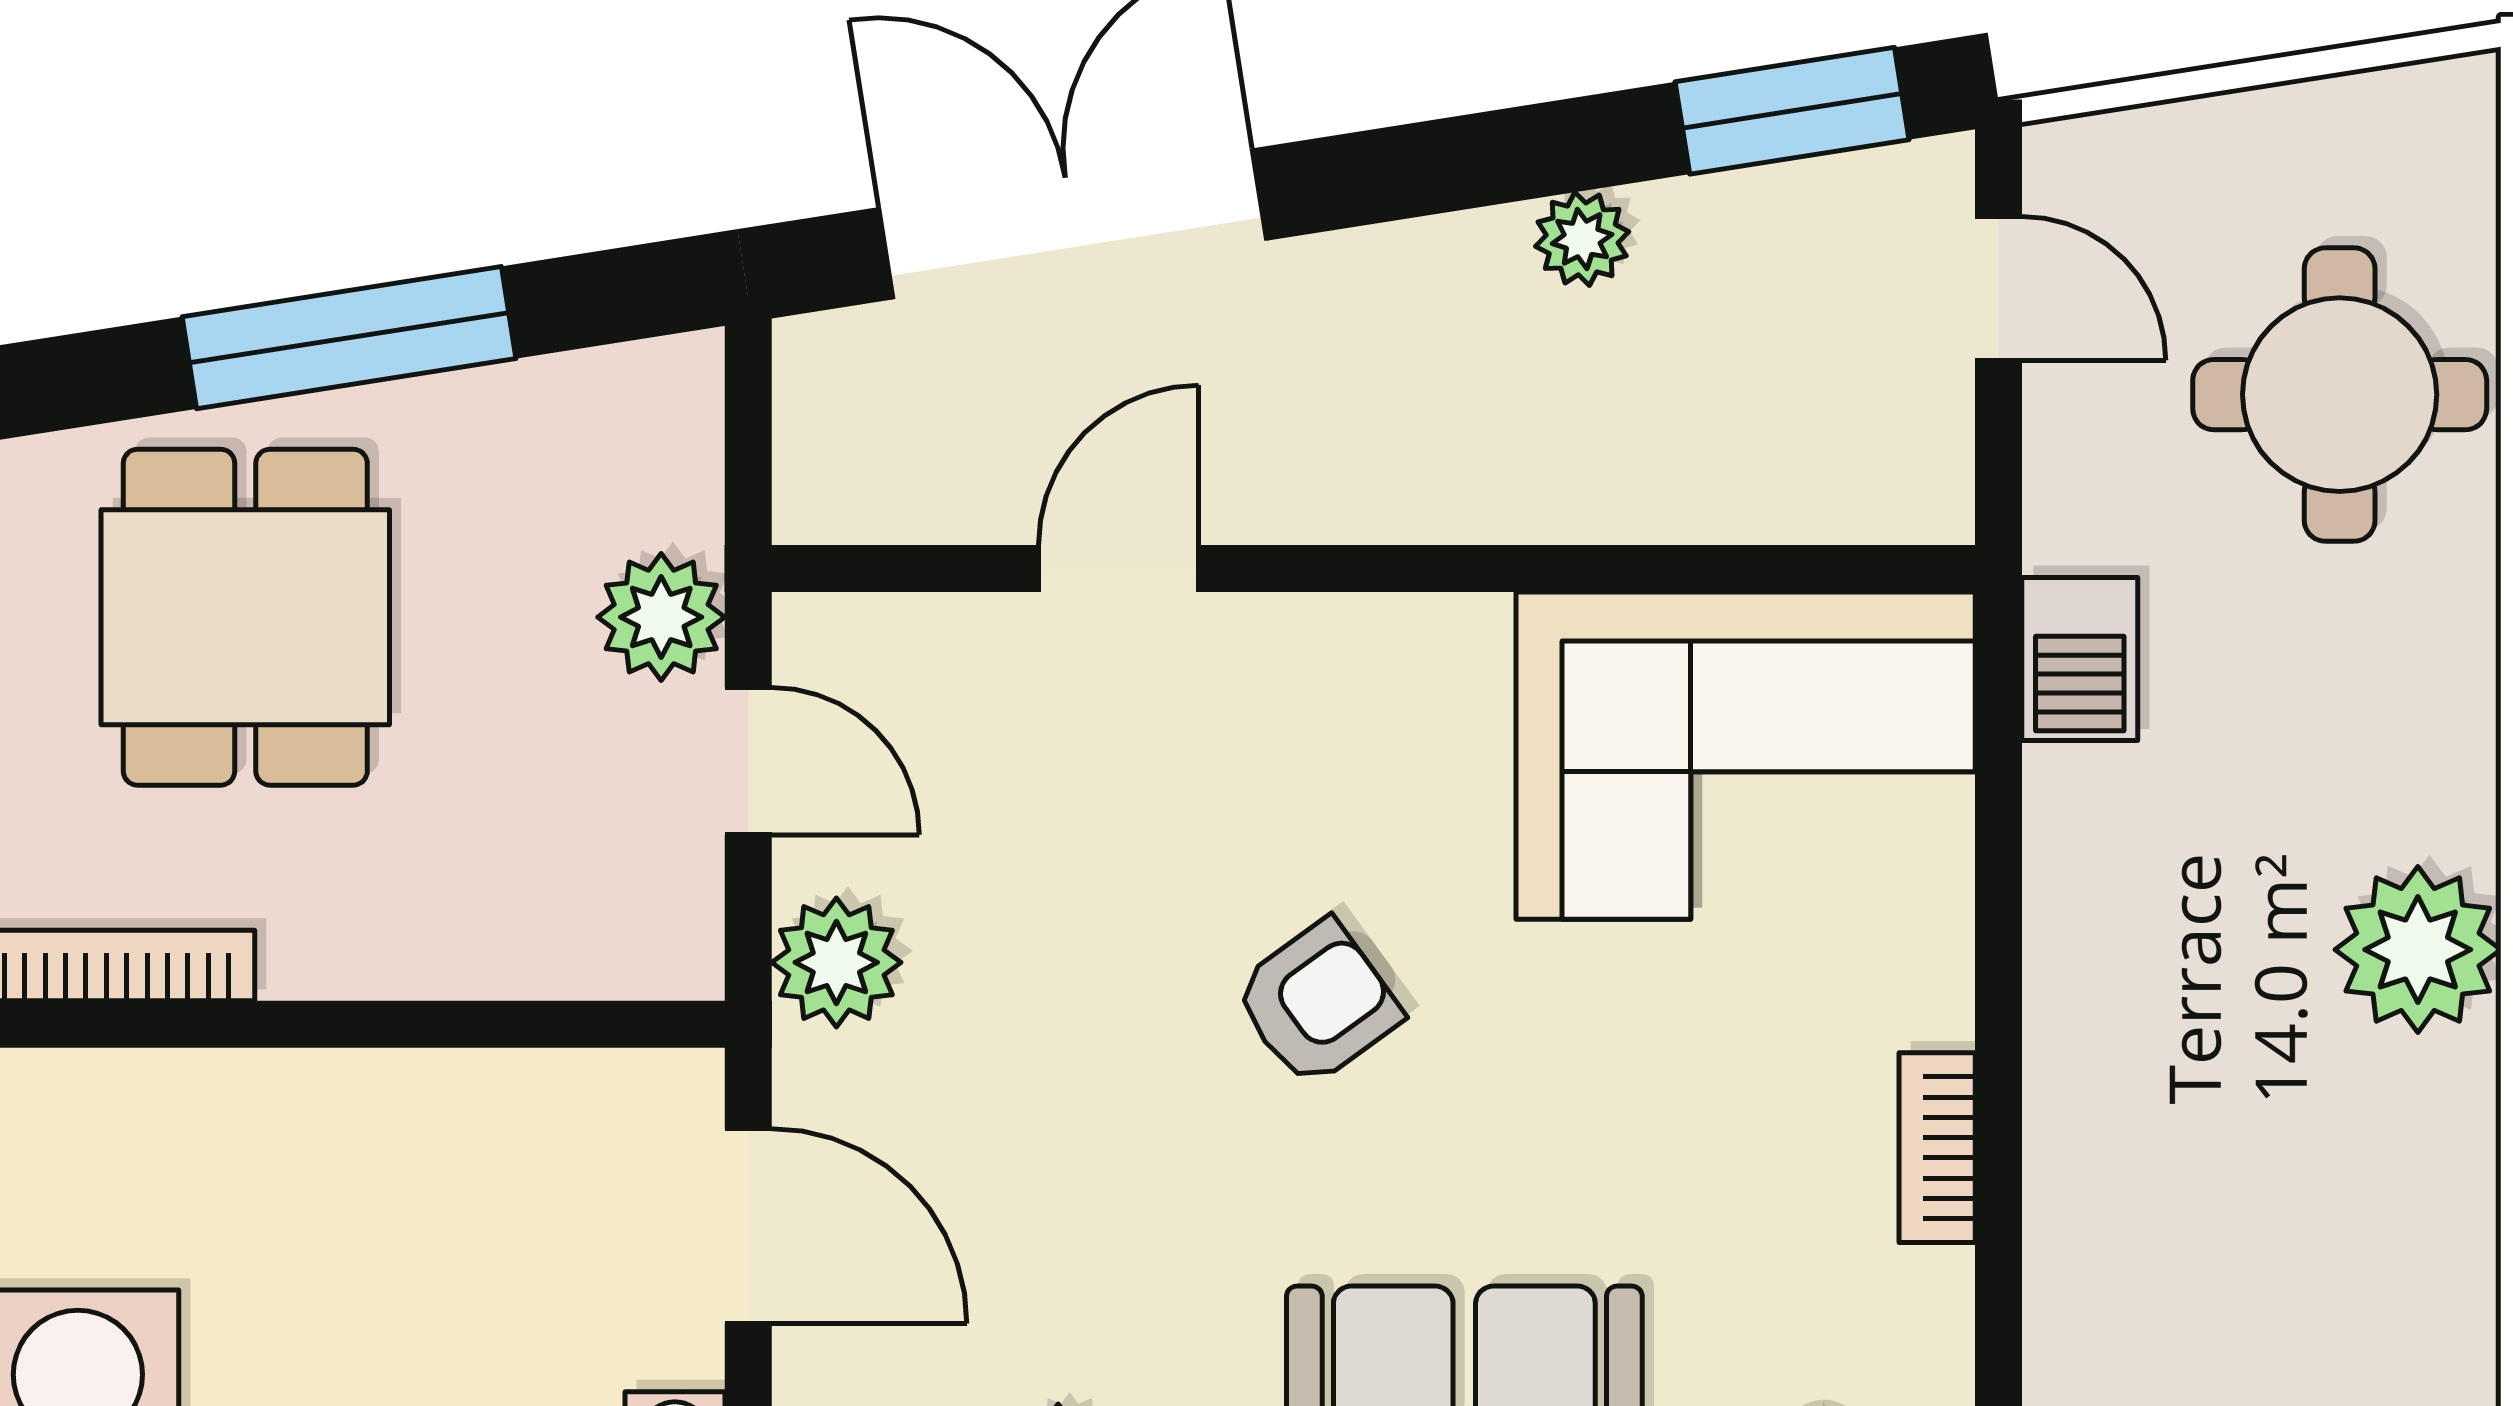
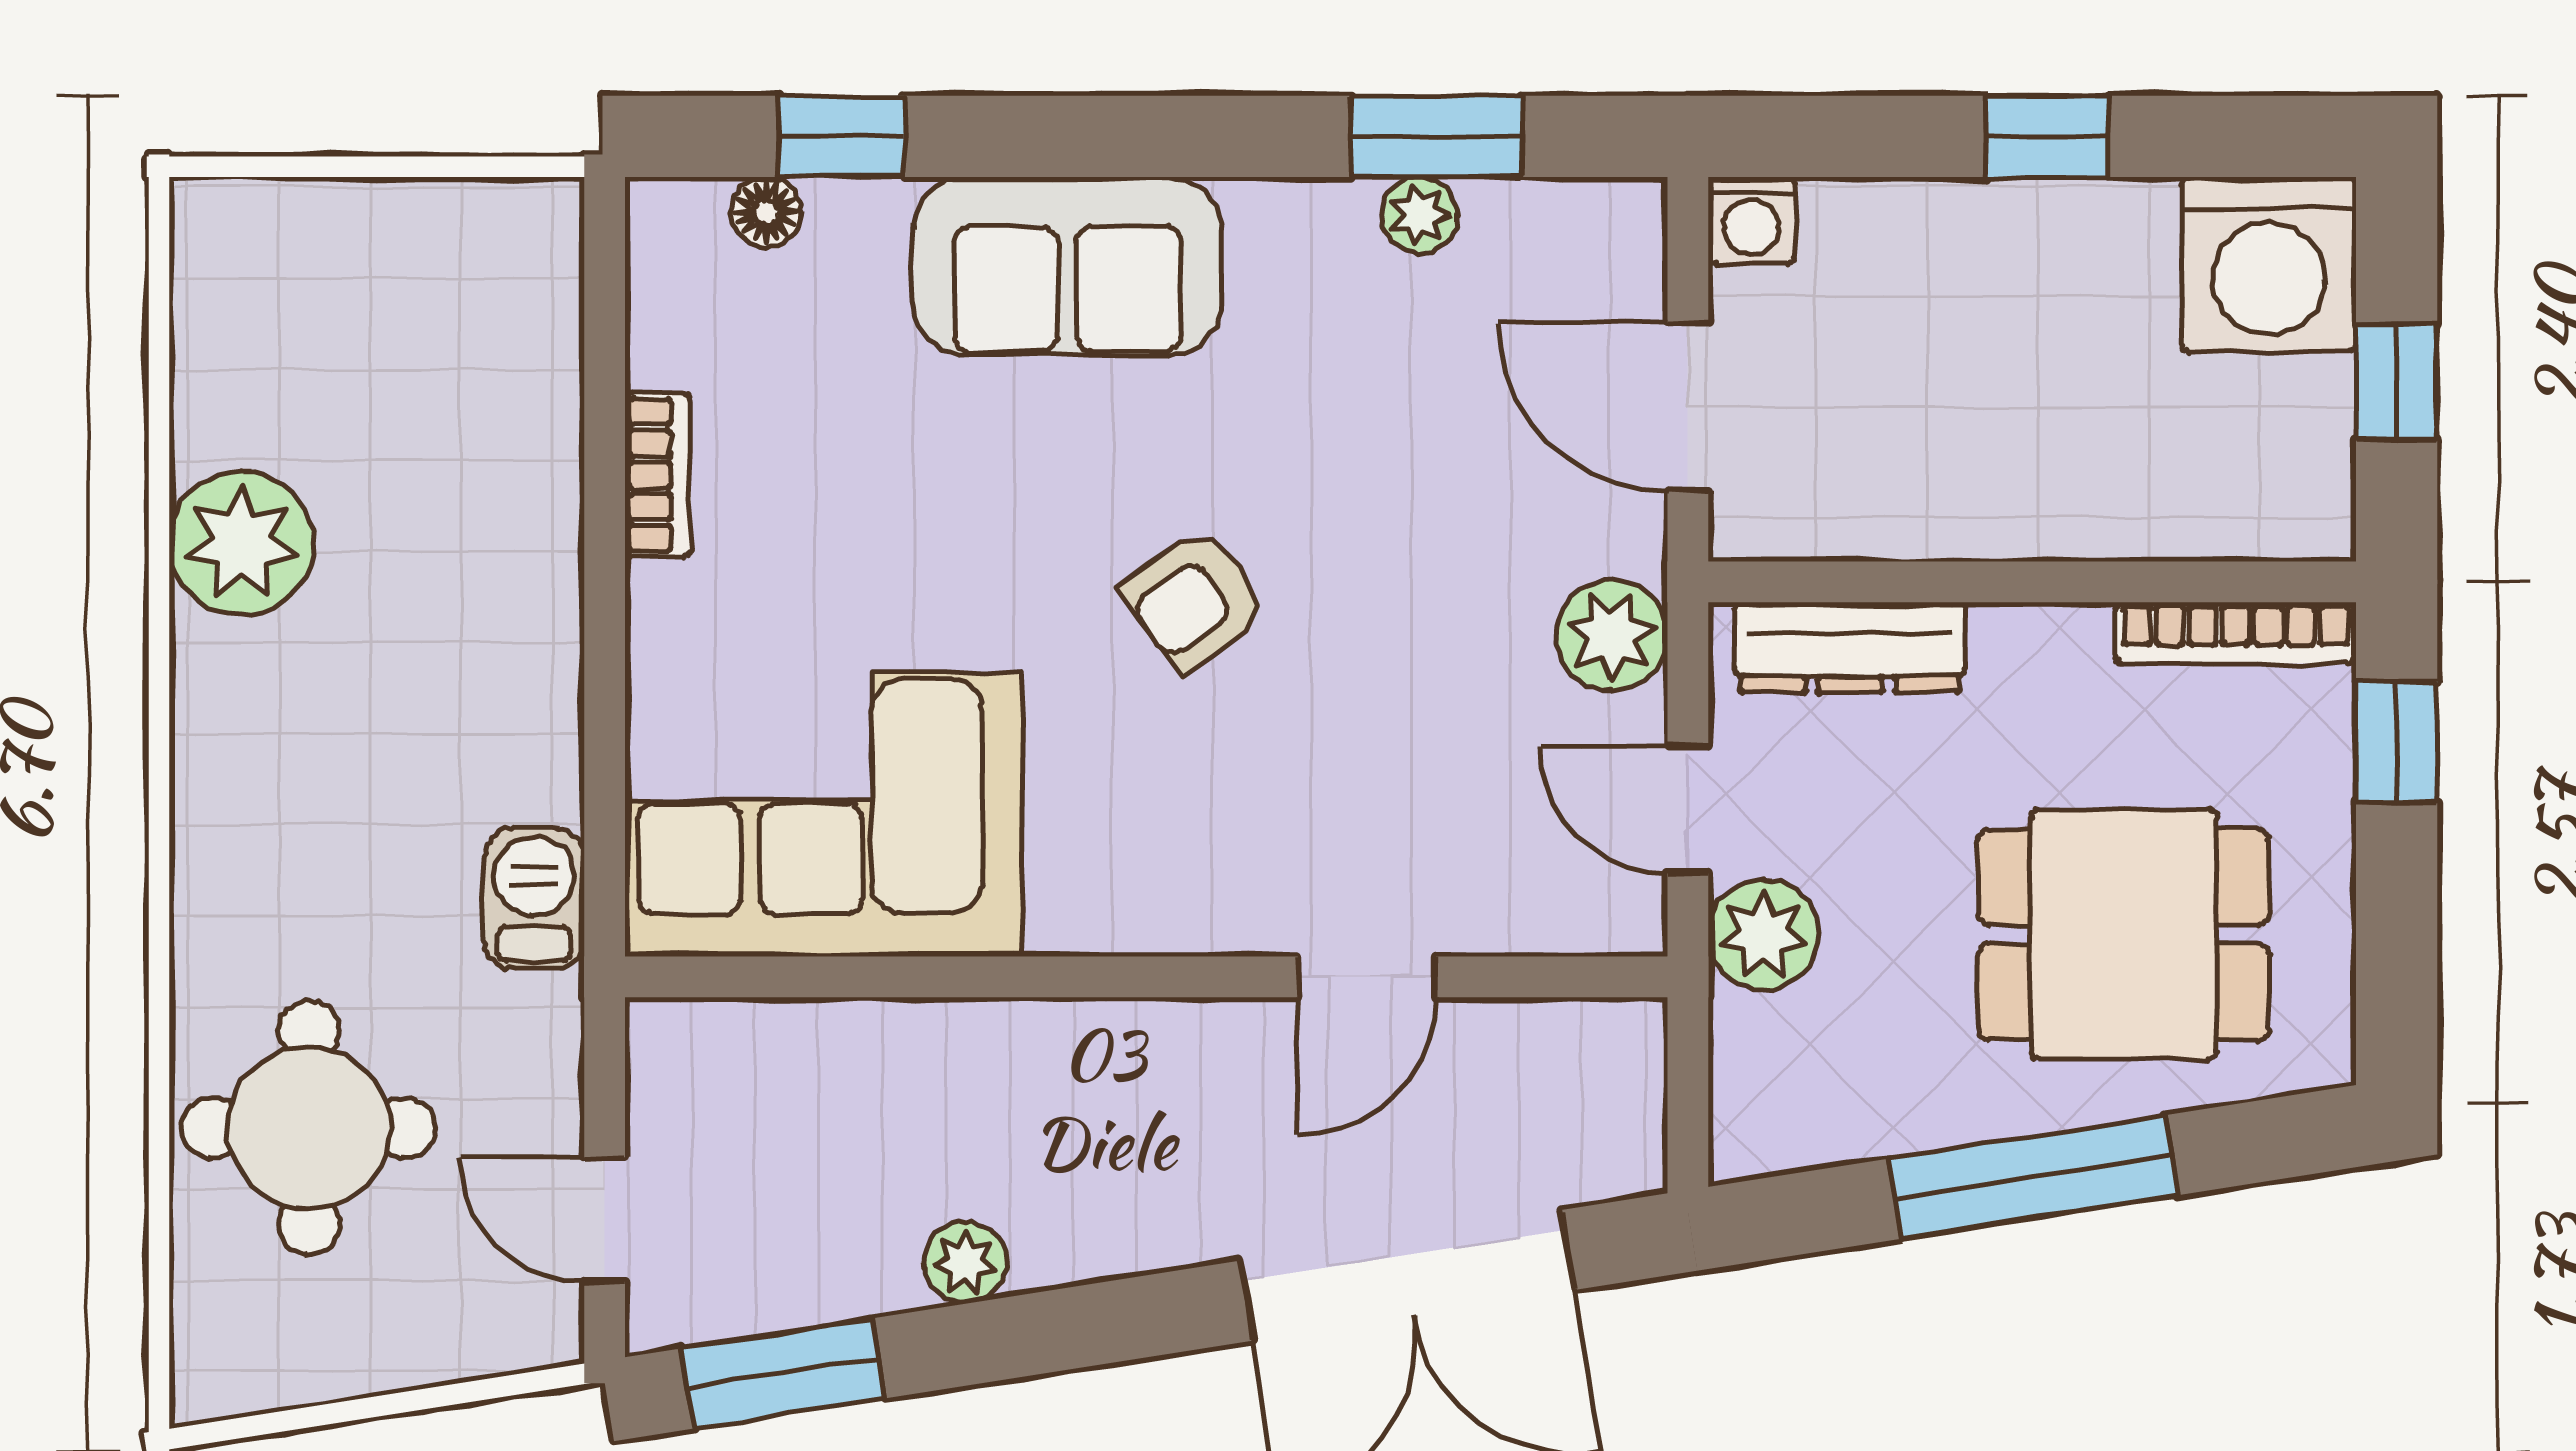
dining table: (245, 617) -> (2124, 935), turned 90
dresser: (561, 949) -> (1850, 647), added
plant: (2418, 950) -> (241, 543), moved

